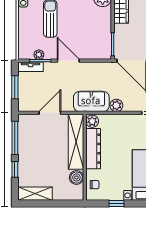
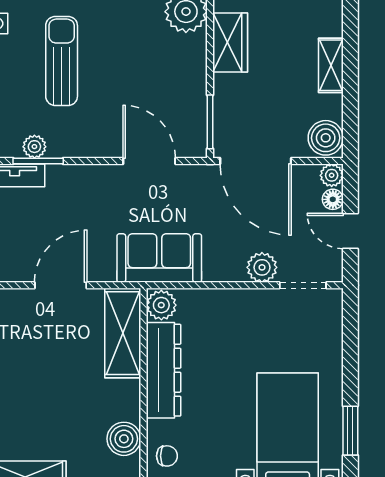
door: (68, 61) -> (149, 161), moved
plant: (116, 105) -> (262, 267), moved
shelving: (76, 142) -> (123, 333), width x0.68

